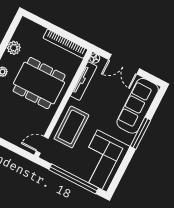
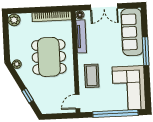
plant: (14, 48) -> (14, 20), moved
dining table: (39, 83) -> (49, 57), turned 90
coffee table: (71, 127) -> (92, 76), width x0.73, depth x0.76

